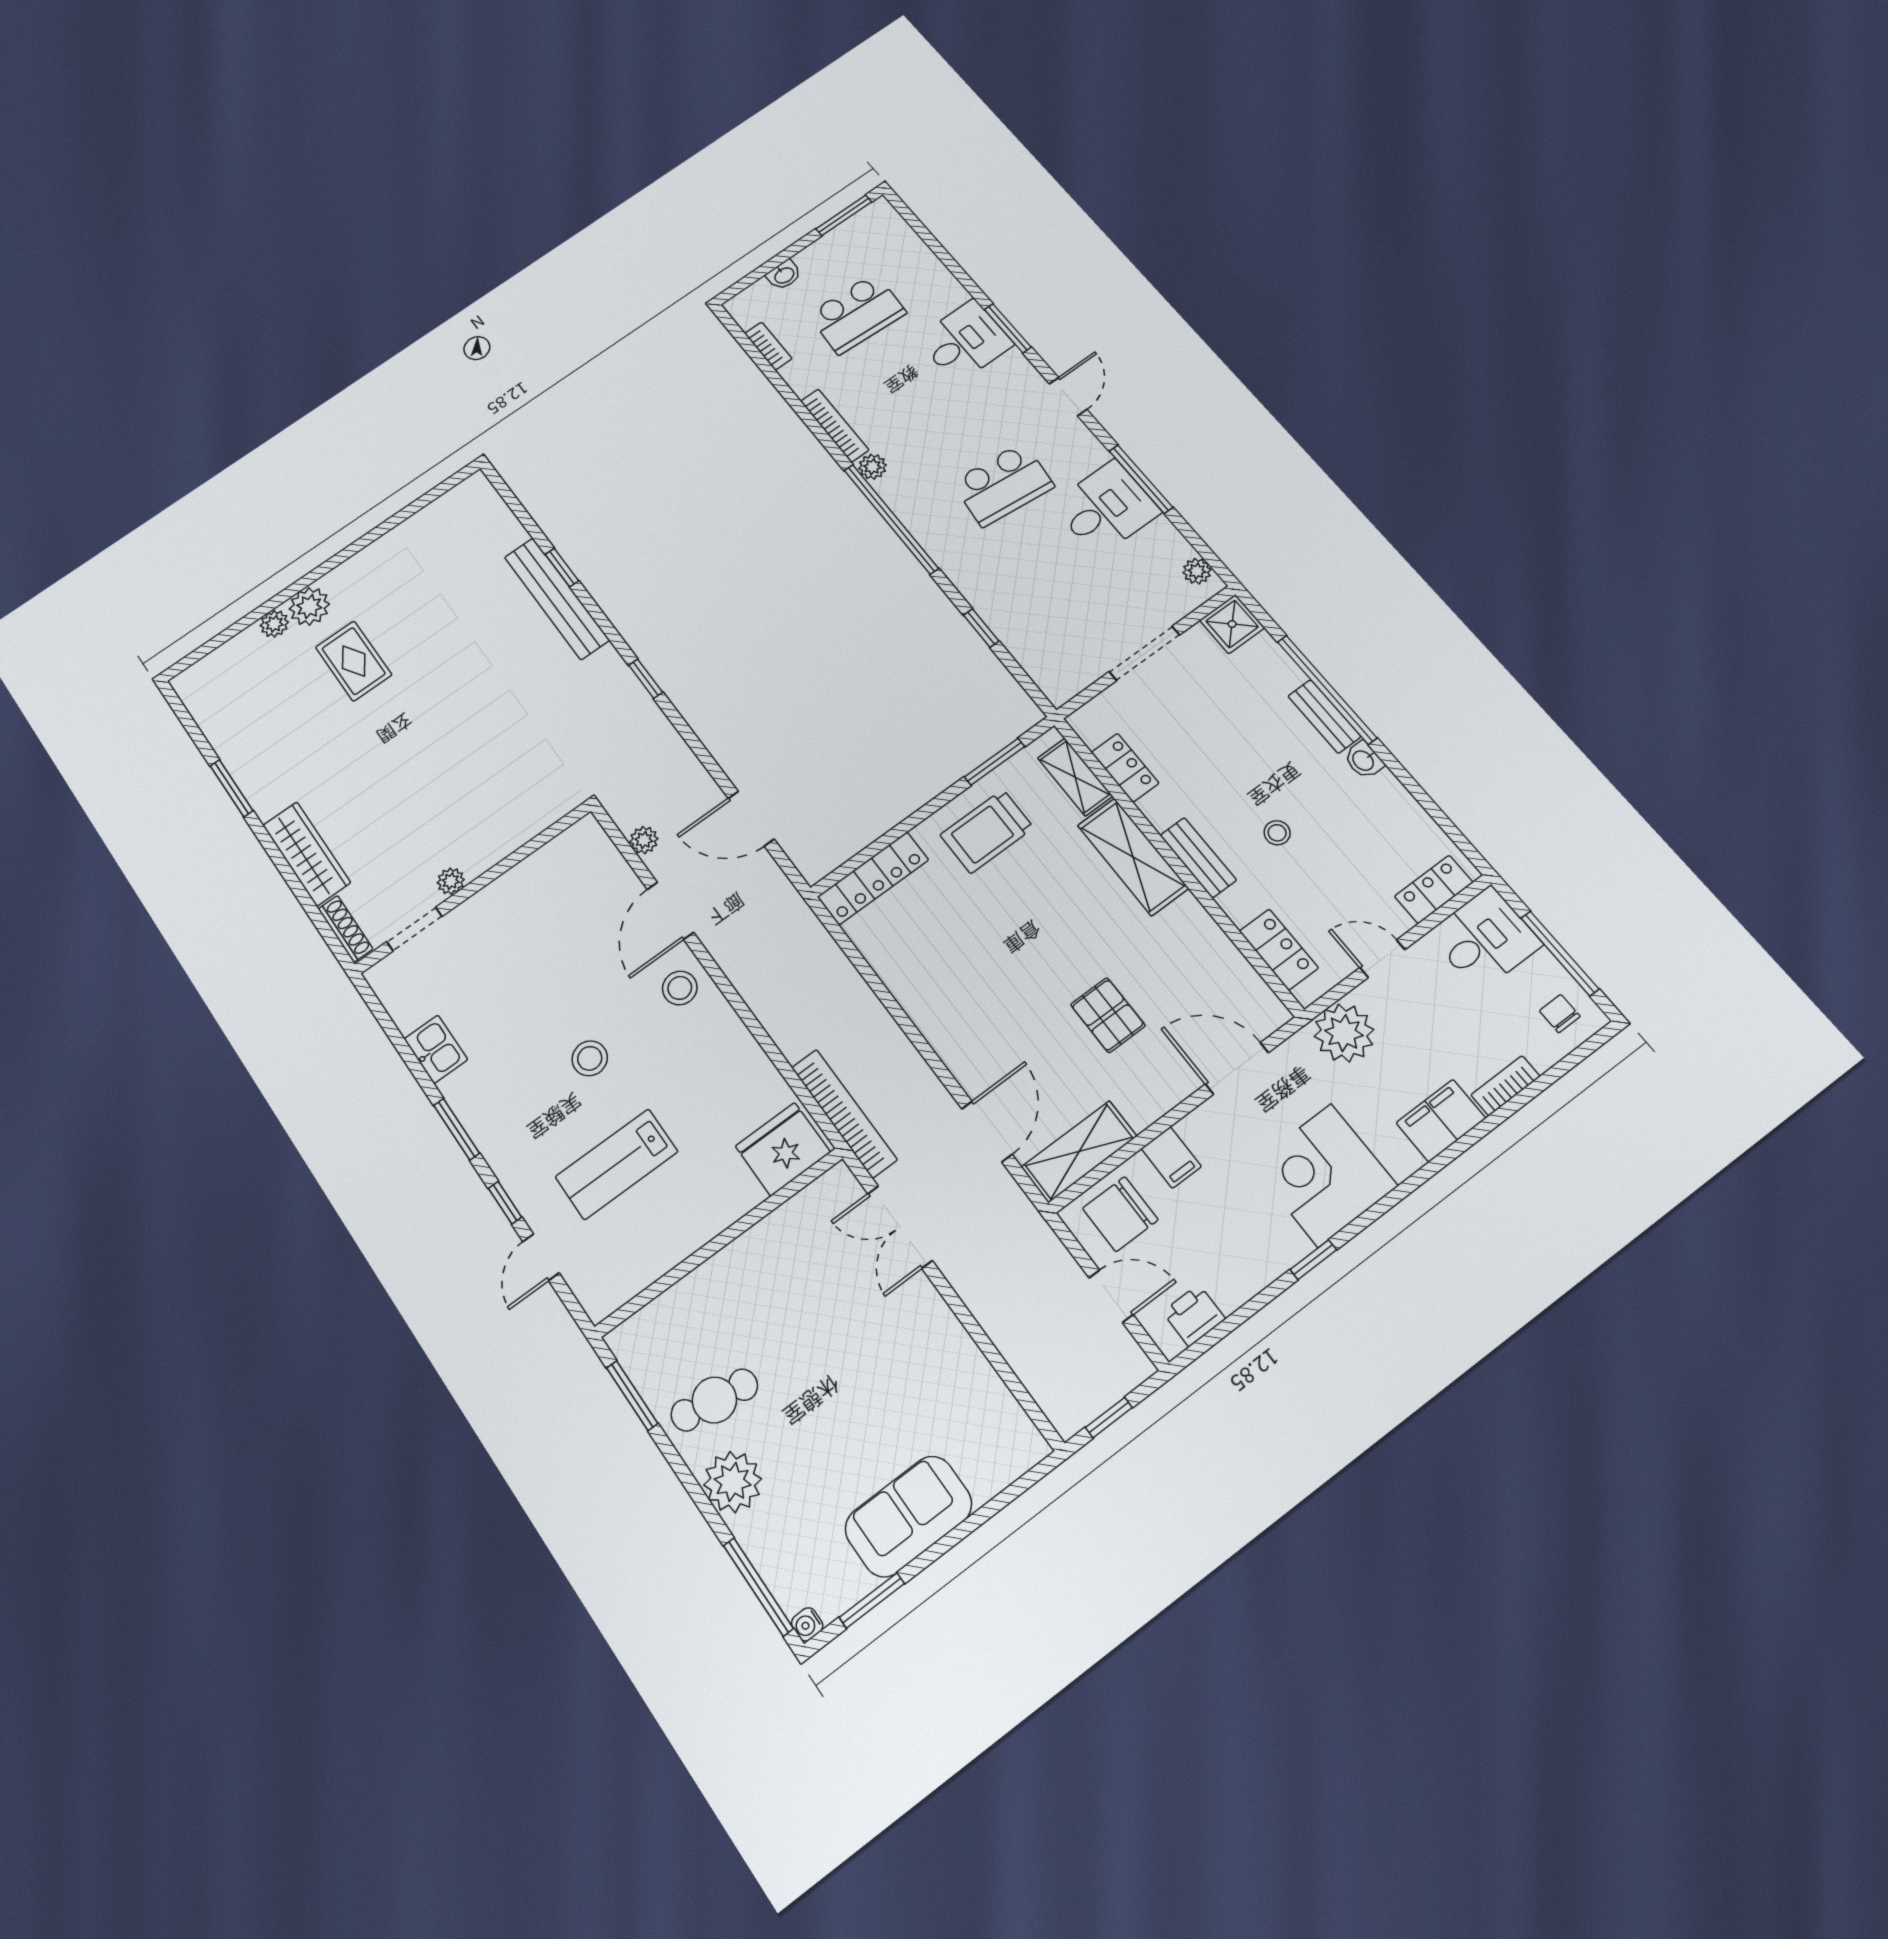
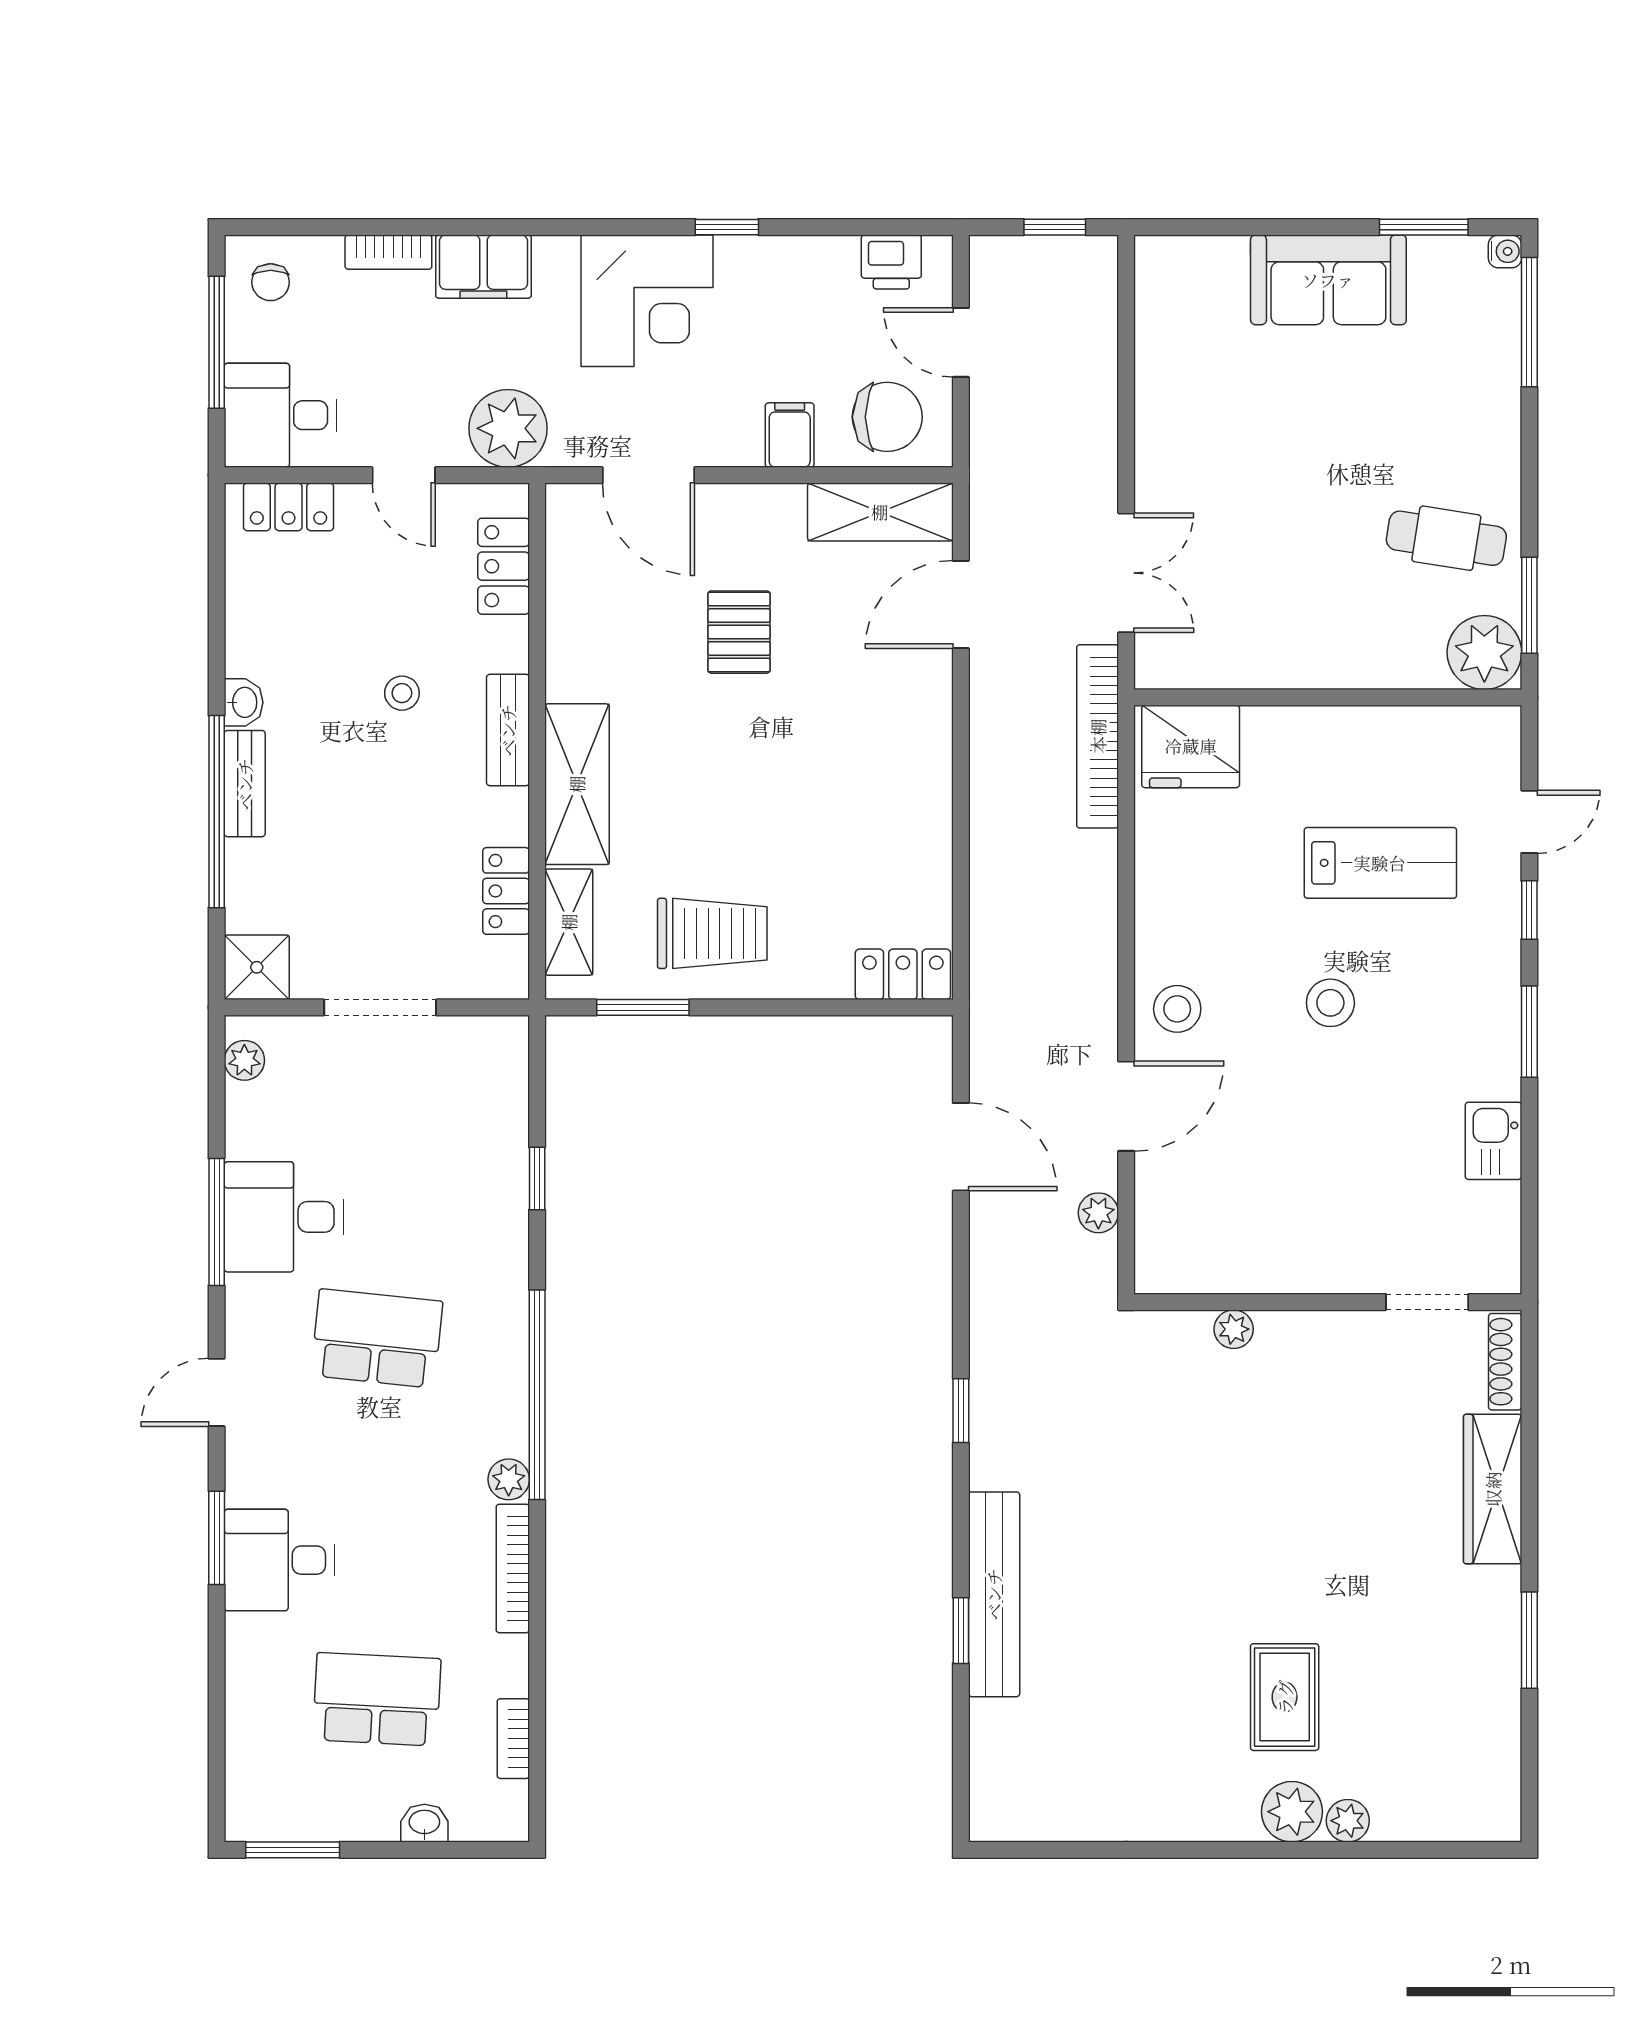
locker: (873, 878) -> (903, 974), width x0.66
plant: (451, 881) -> (1234, 1329), moved
plant: (733, 1482) -> (1484, 652), moved

